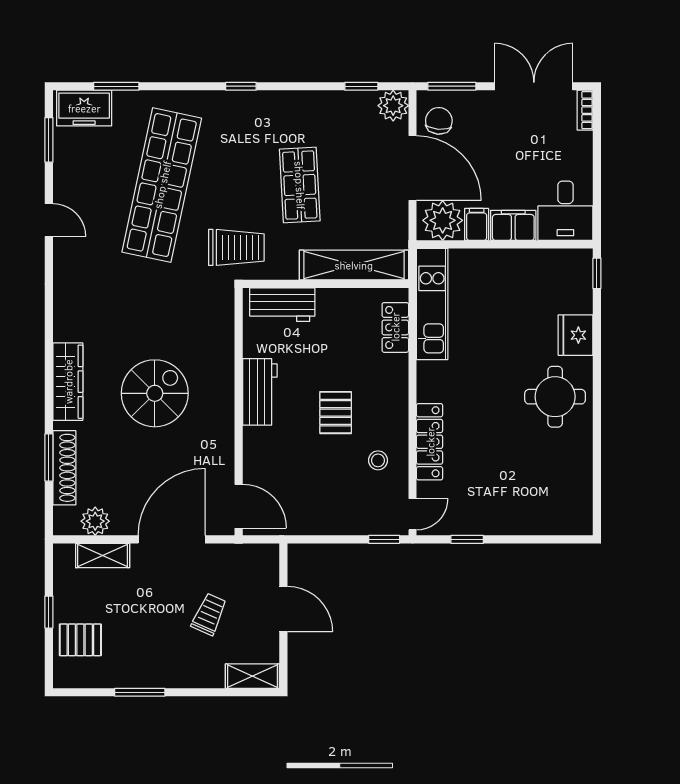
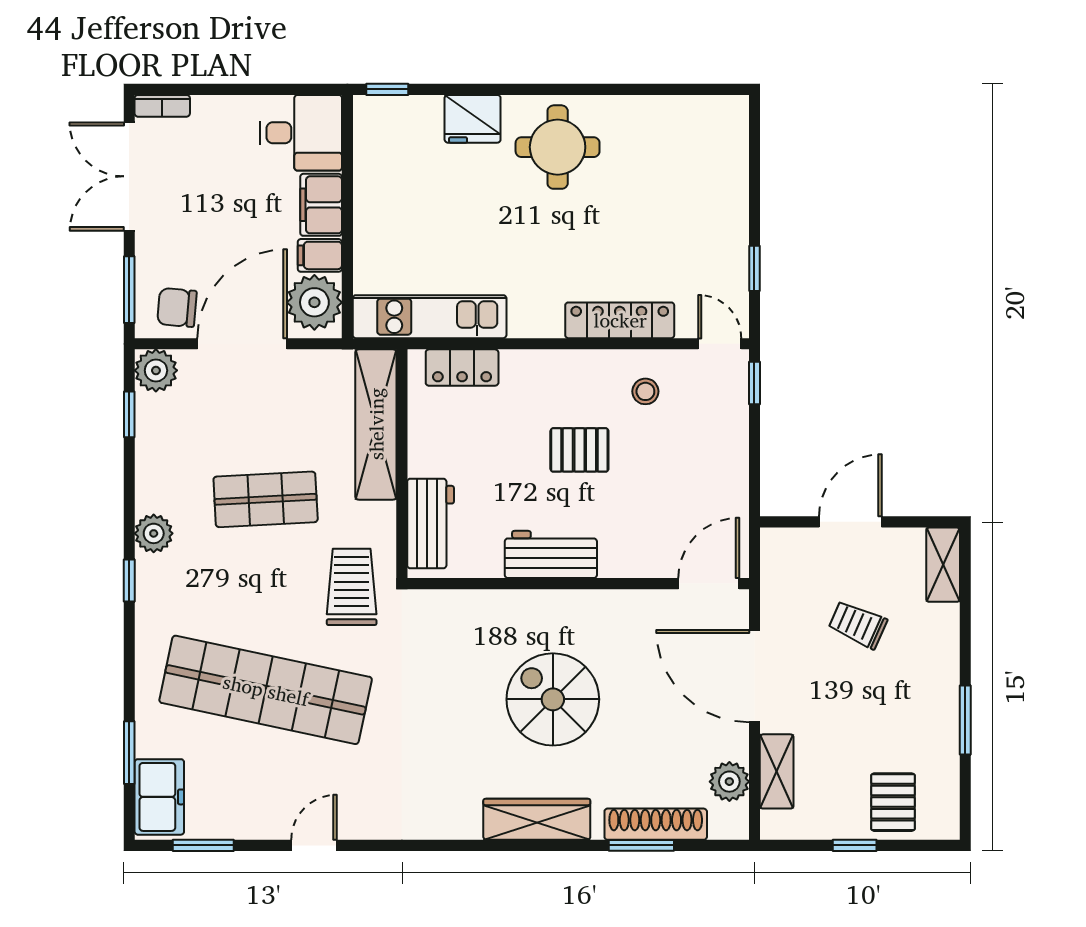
plant: (275, 104) -> (154, 533), added

